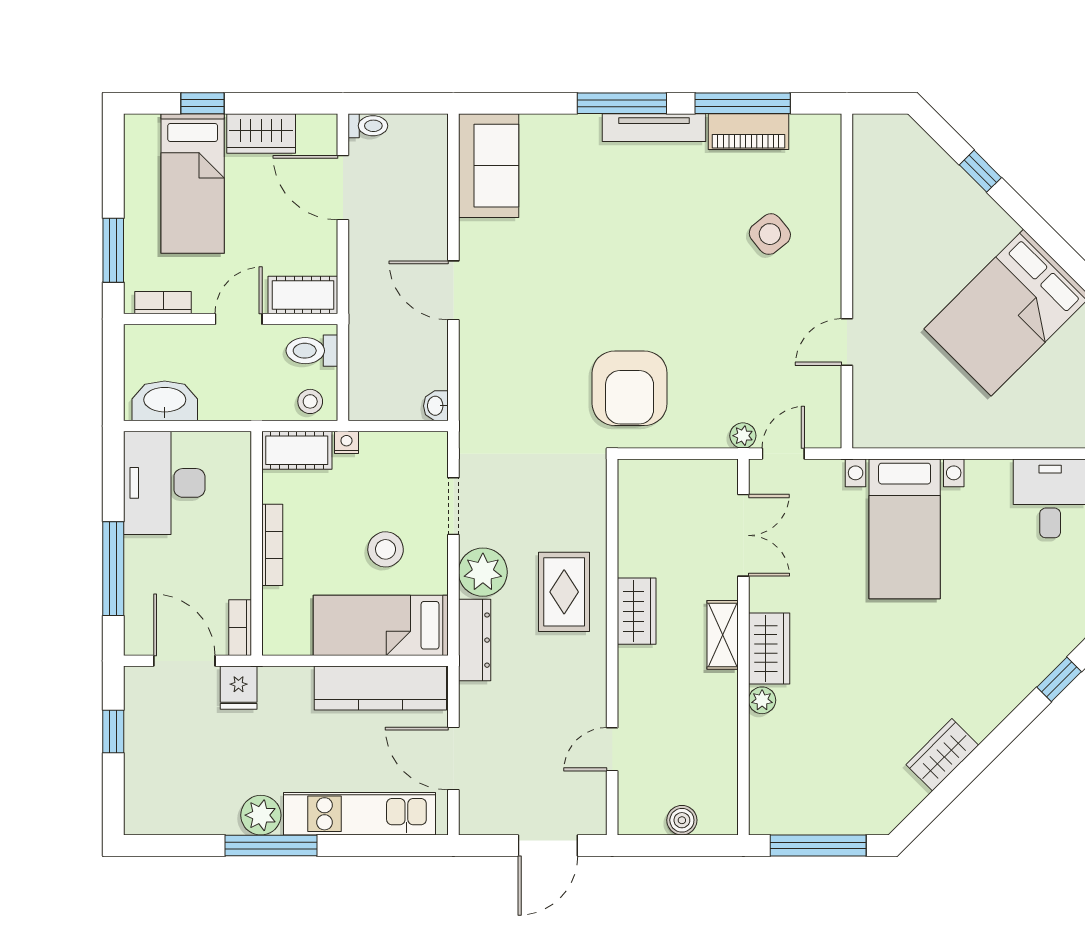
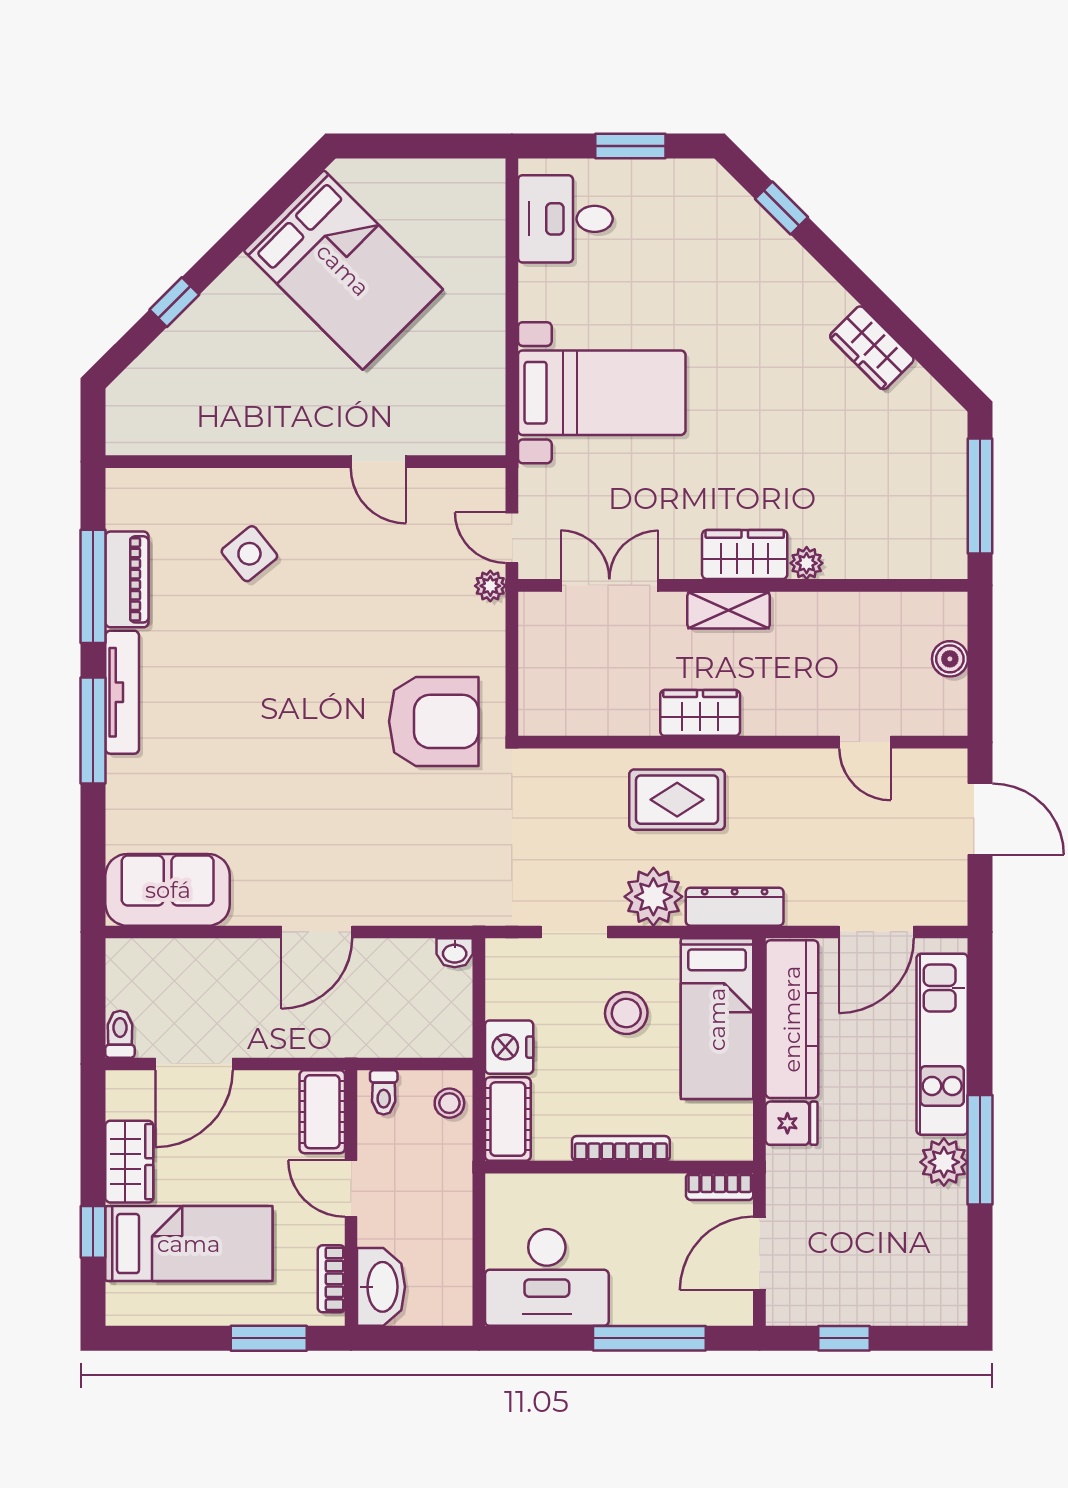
toilet: (312, 351) -> (384, 1092), width x0.73, depth x0.72
washbasin: (165, 401) -> (381, 1287), moved, turned 180
nightstand: (346, 442) -> (509, 1047), width x1.89, depth x1.79
fridge: (239, 688) -> (792, 1123), moved

